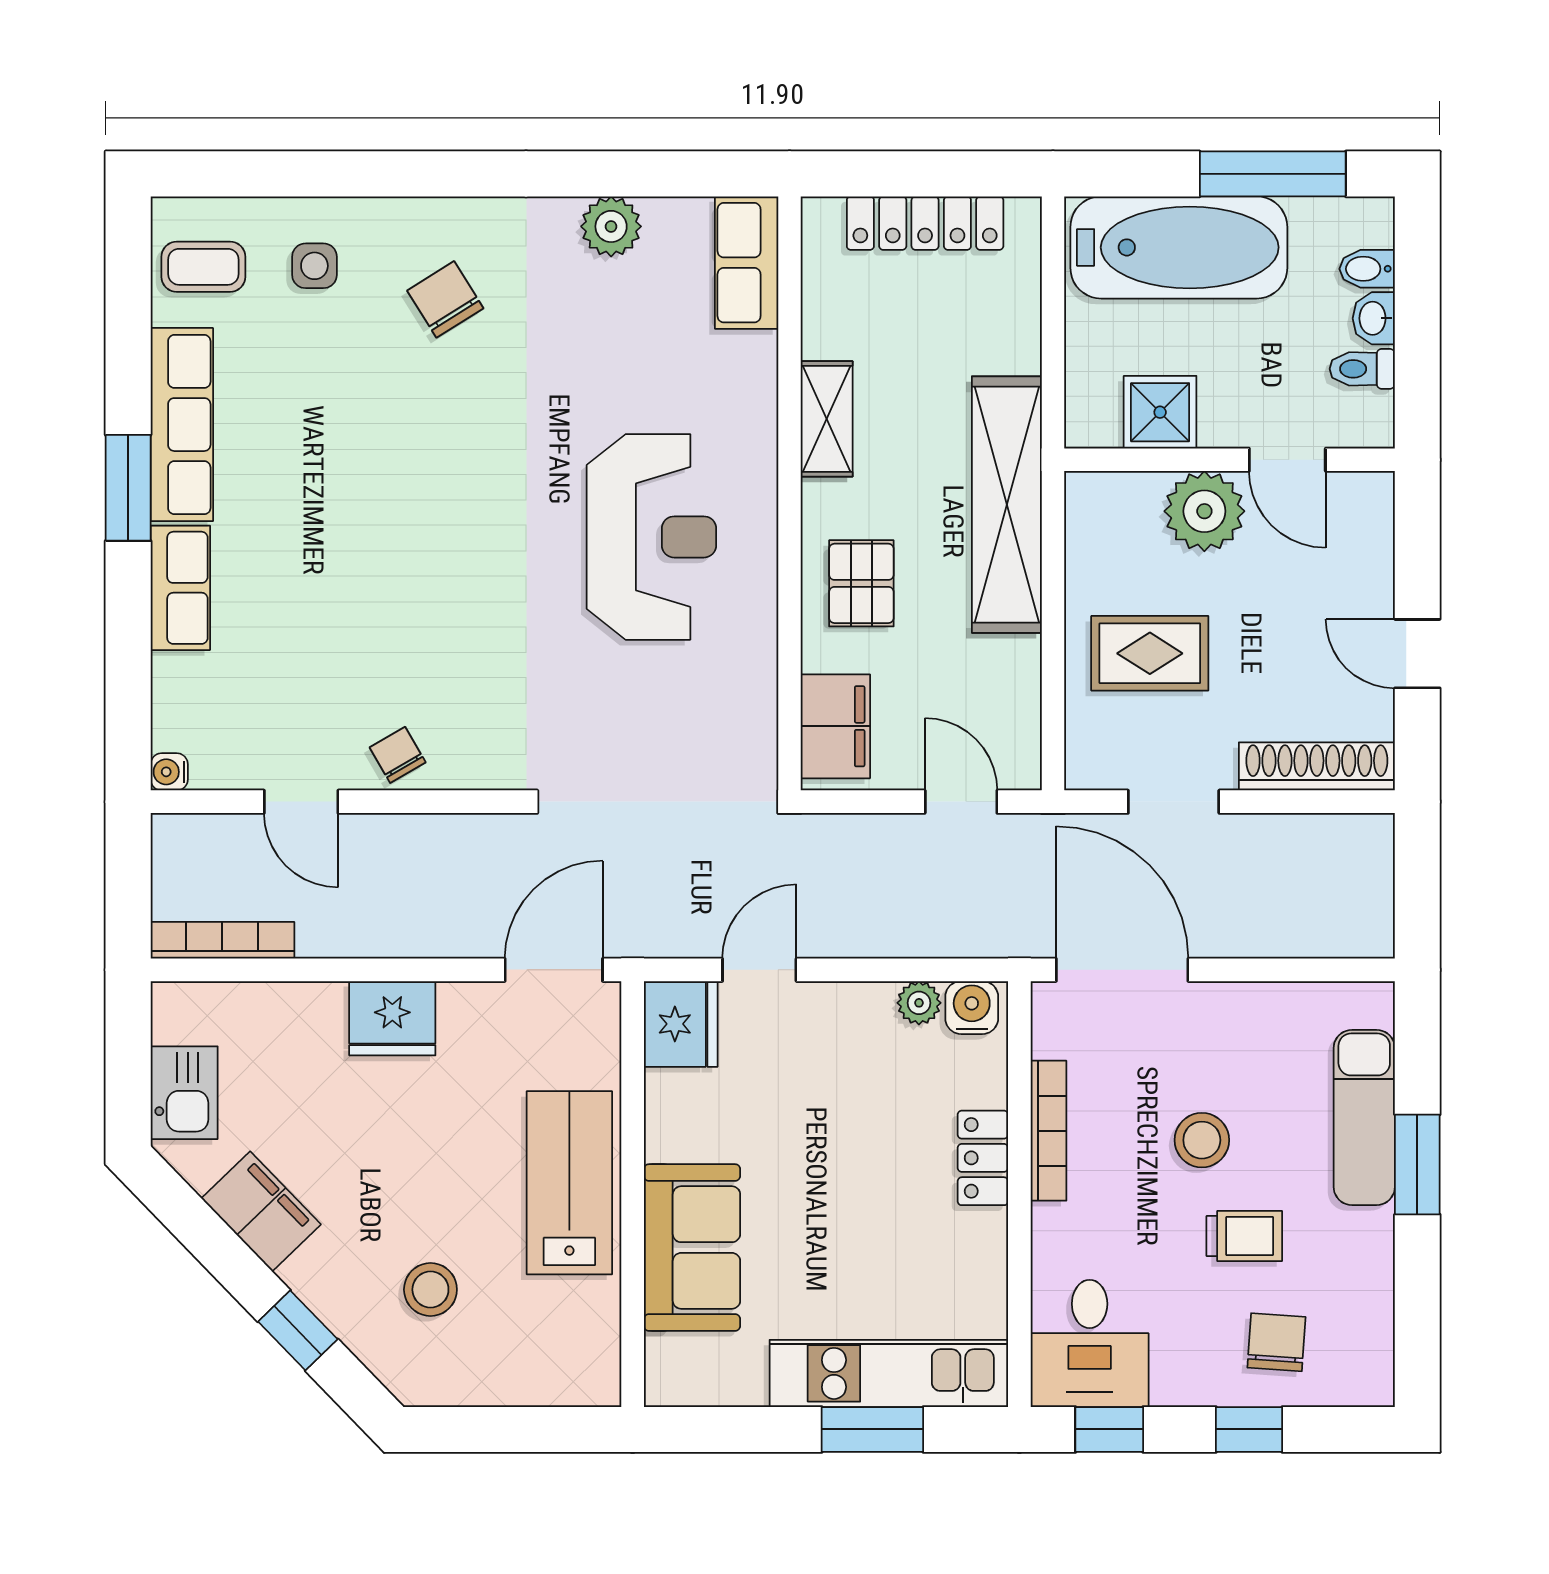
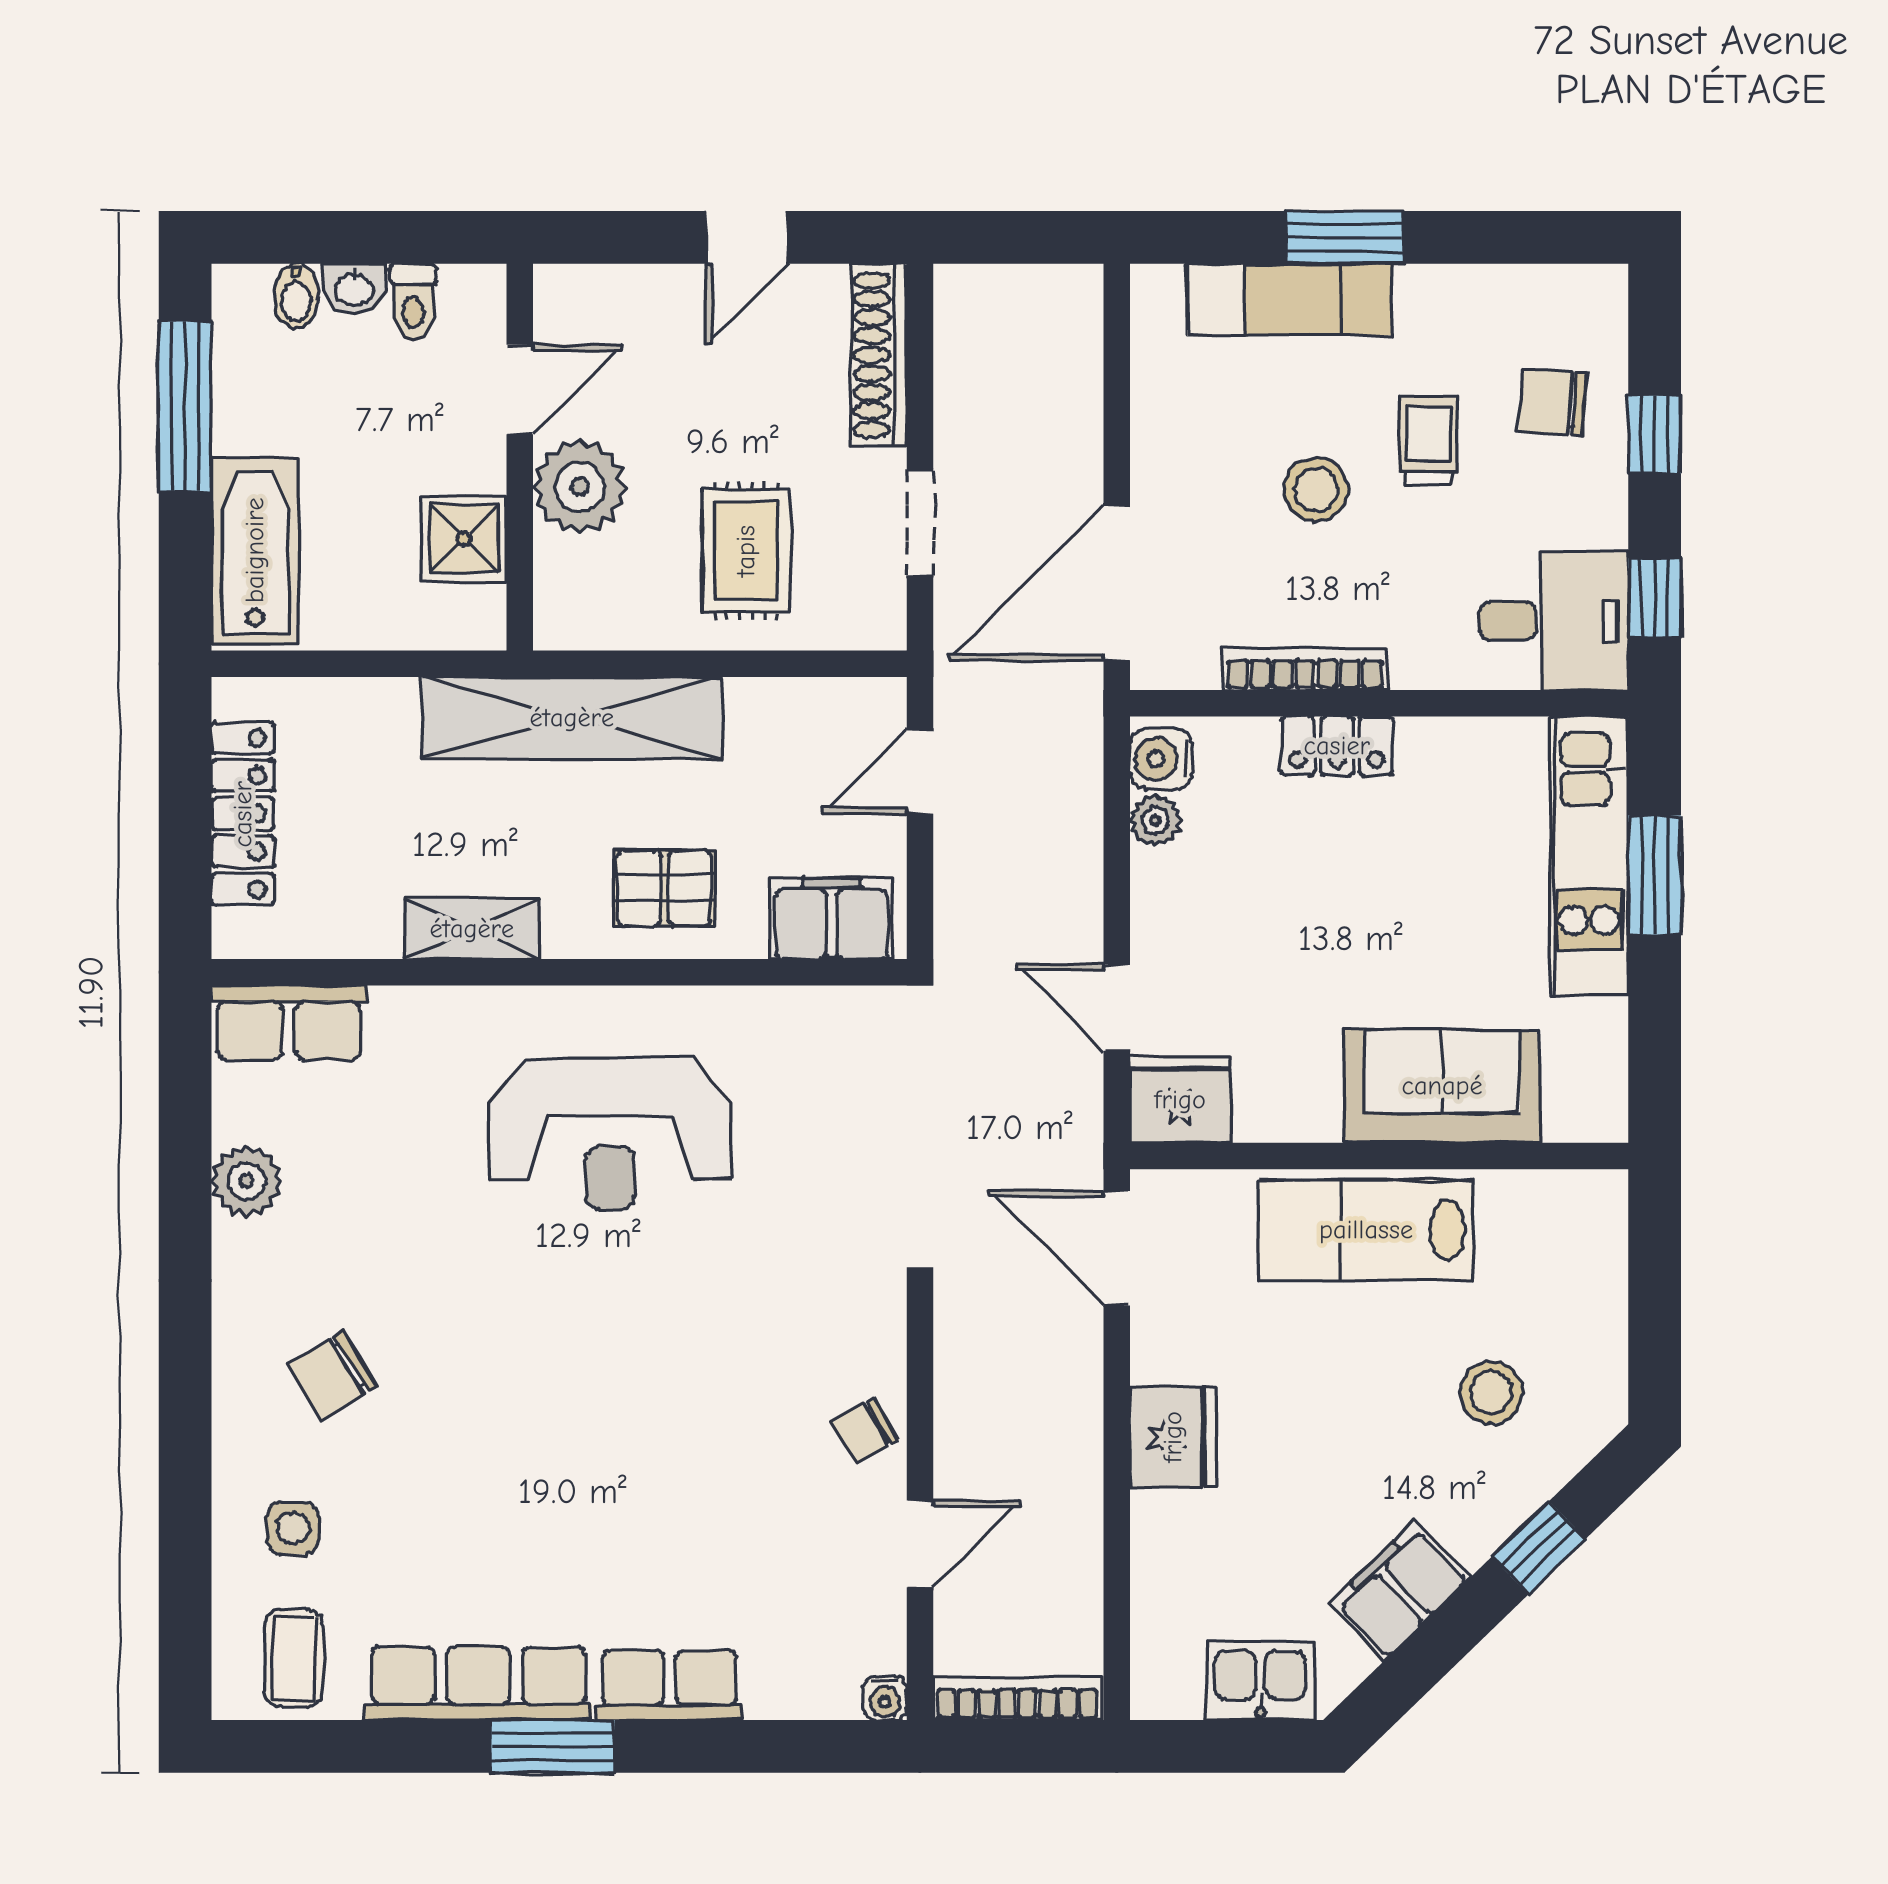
bathtub: (1179, 247) -> (255, 550), width x0.73, depth x0.73
reception desk: (651, 537) -> (610, 1134), turned 180
bookcase: (222, 940) -> (1017, 1699), moved, turned 90

